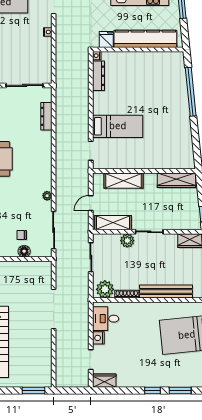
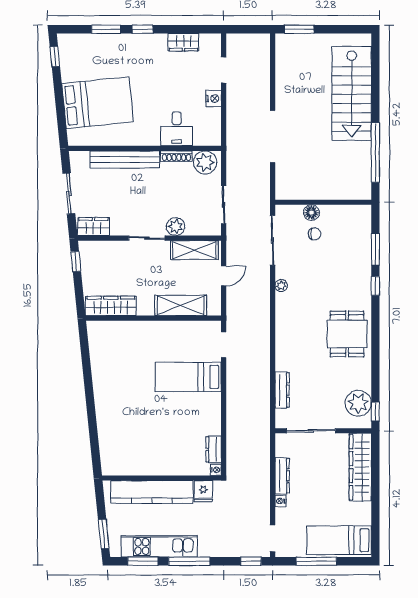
dresser: (46, 51) -> (282, 476), added
dresser: (99, 76) -> (214, 449), width x0.70
window: (191, 92) -> (92, 422), removed
desk: (106, 319) -> (177, 129), moved, turned 90
wardrobe: (104, 381) -> (183, 42), moved

